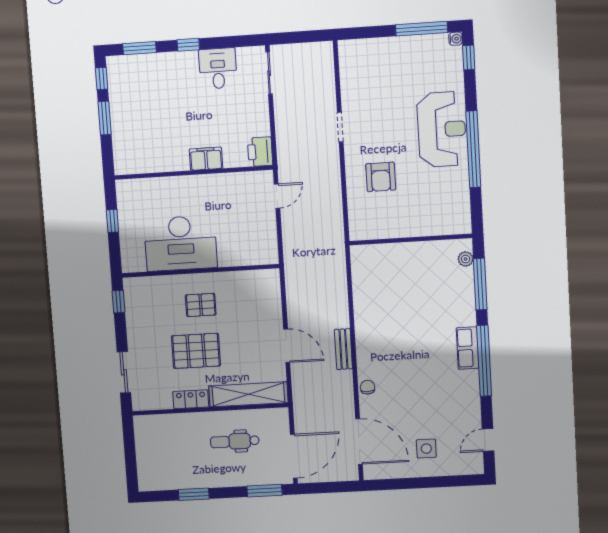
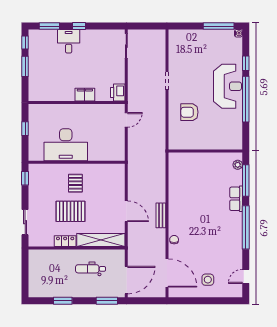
window: (469, 58) -> (246, 63), moved
desk: (218, 68) -> (69, 41), moved
armchair: (381, 177) -> (189, 112), turned 90
pallet: (201, 305) -> (75, 183), turned 90
row of seats: (468, 348) -> (236, 199), moved

